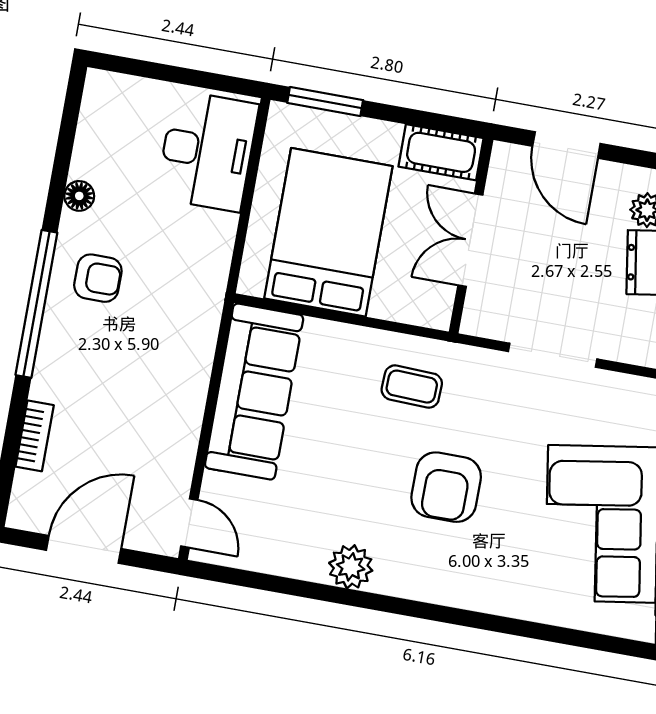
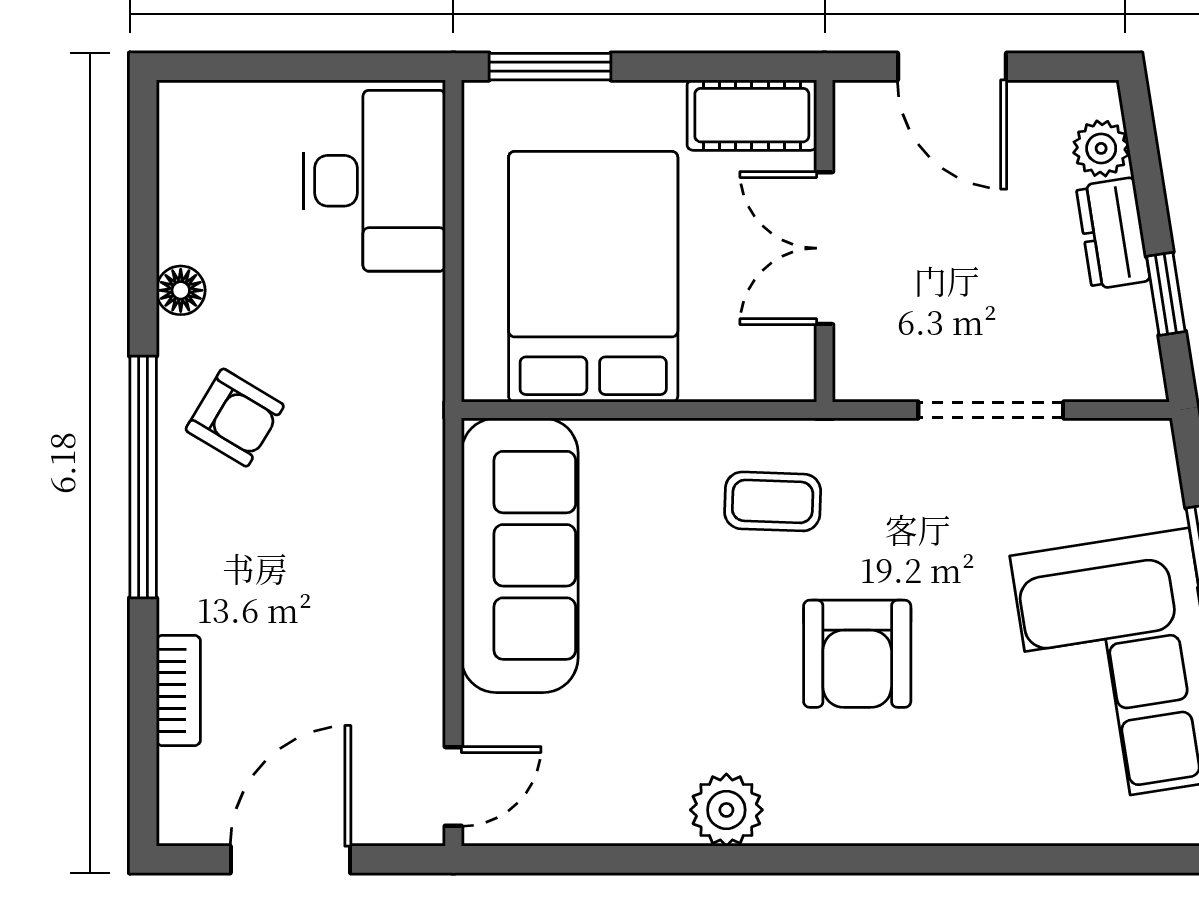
armchair: (98, 278) -> (235, 418), turned 31
door: (189, 523) -> (453, 786), hinge flipped

